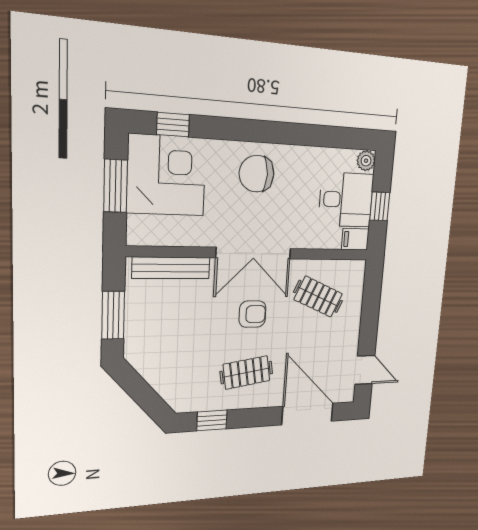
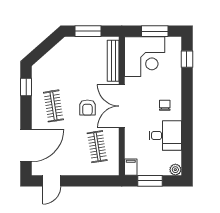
chair: (257, 174) -> (165, 105), width x0.54, depth x0.54
corner desk: (166, 175) -> (145, 57), moved
desk: (346, 200) -> (165, 136), moved, turned -90
window: (380, 206) -> (150, 181), width x1.50
clothes rail: (318, 297) -> (97, 147), turned -33

